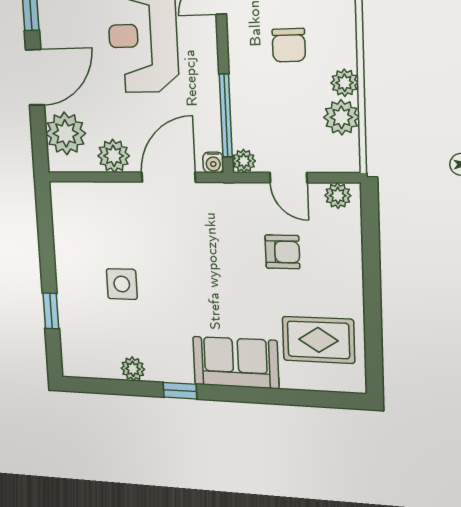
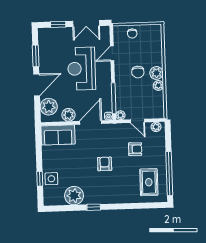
plant: (341, 117) -> (156, 73), moved
side table: (122, 284) -> (51, 179), moved
armchair: (205, 285) -> (105, 164), added
window: (373, 322) -> (169, 174), added
rug: (318, 340) -> (149, 182), turned 90
sofa: (236, 363) -> (58, 135), moved, turned 180
plant: (133, 369) -> (74, 196), width x1.87, depth x1.87

